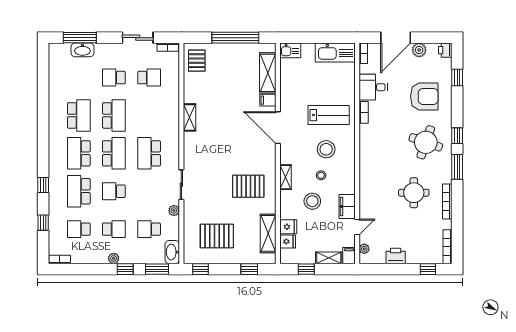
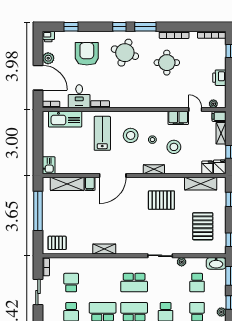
kitchen sink: (335, 52) -> (65, 119), moved, turned 90
pallet: (248, 186) -> (161, 200), turned 90
fridge: (288, 227) -> (220, 167), moved

